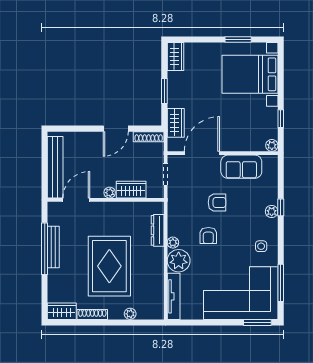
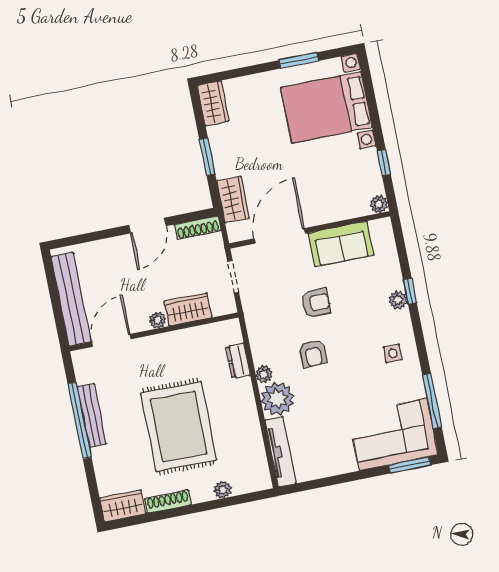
dresser: (158, 230) -> (238, 361), width x0.70
corner sofa: (241, 293) -> (393, 435), width x0.73, depth x0.74

